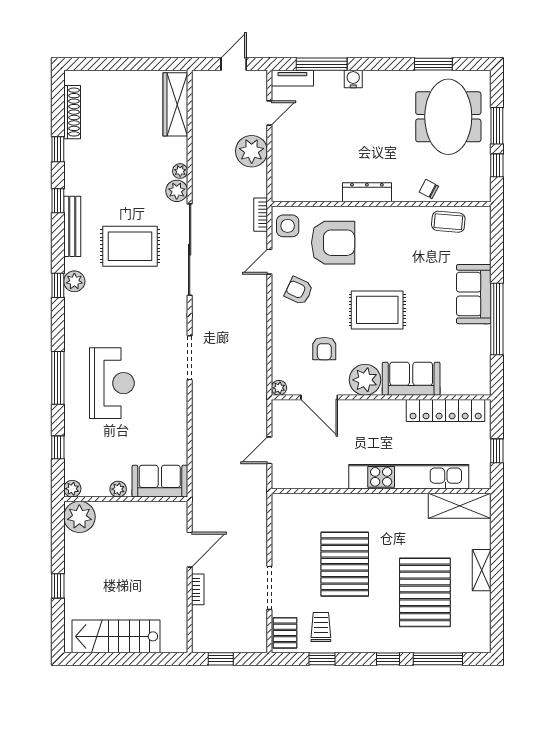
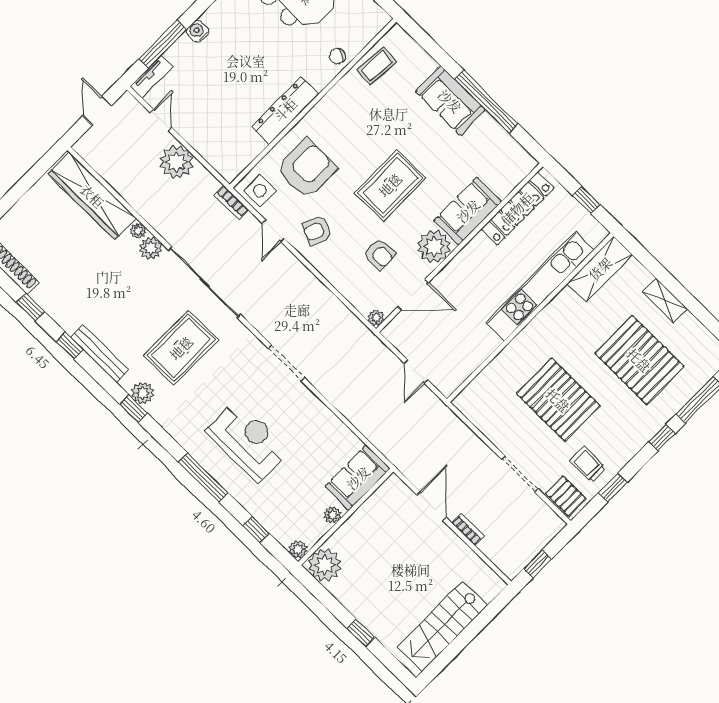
wardrobe: (175, 104) -> (92, 196), width x1.40, depth x1.17
dresser: (367, 192) -> (285, 110), width x1.37, depth x1.24
rug: (130, 246) -> (181, 348), moved

